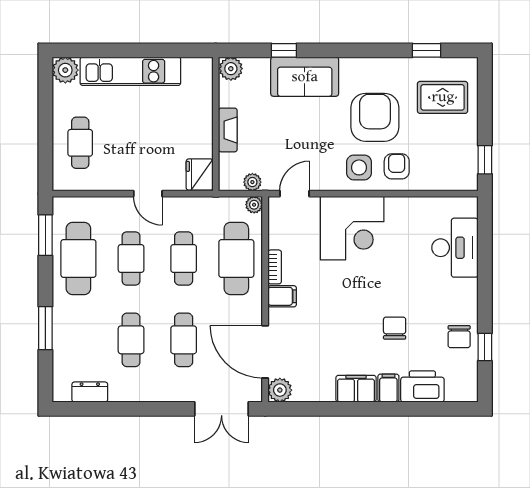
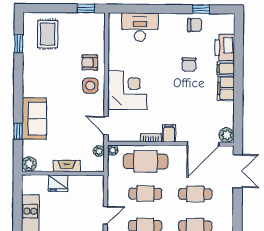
armchair: (375, 117) -> (60, 76), removed
fridge: (200, 175) -> (58, 183), moved
chair: (395, 328) -> (189, 65), turned -90

